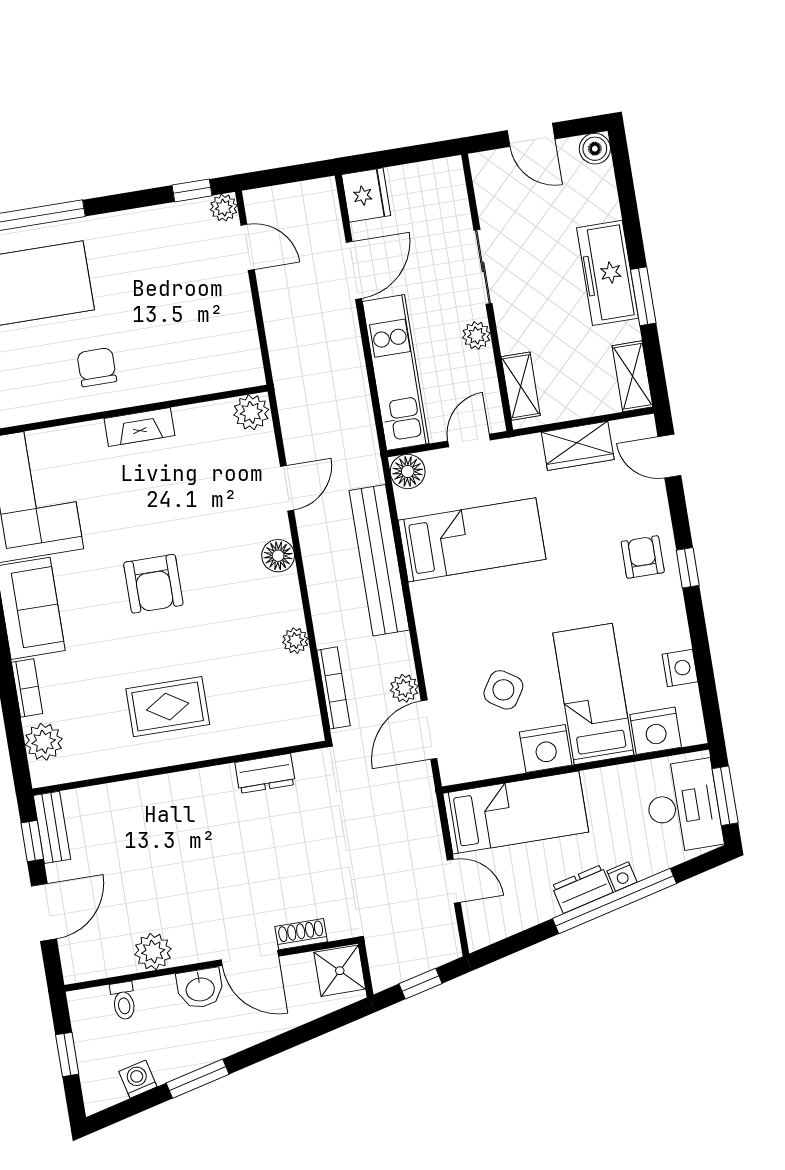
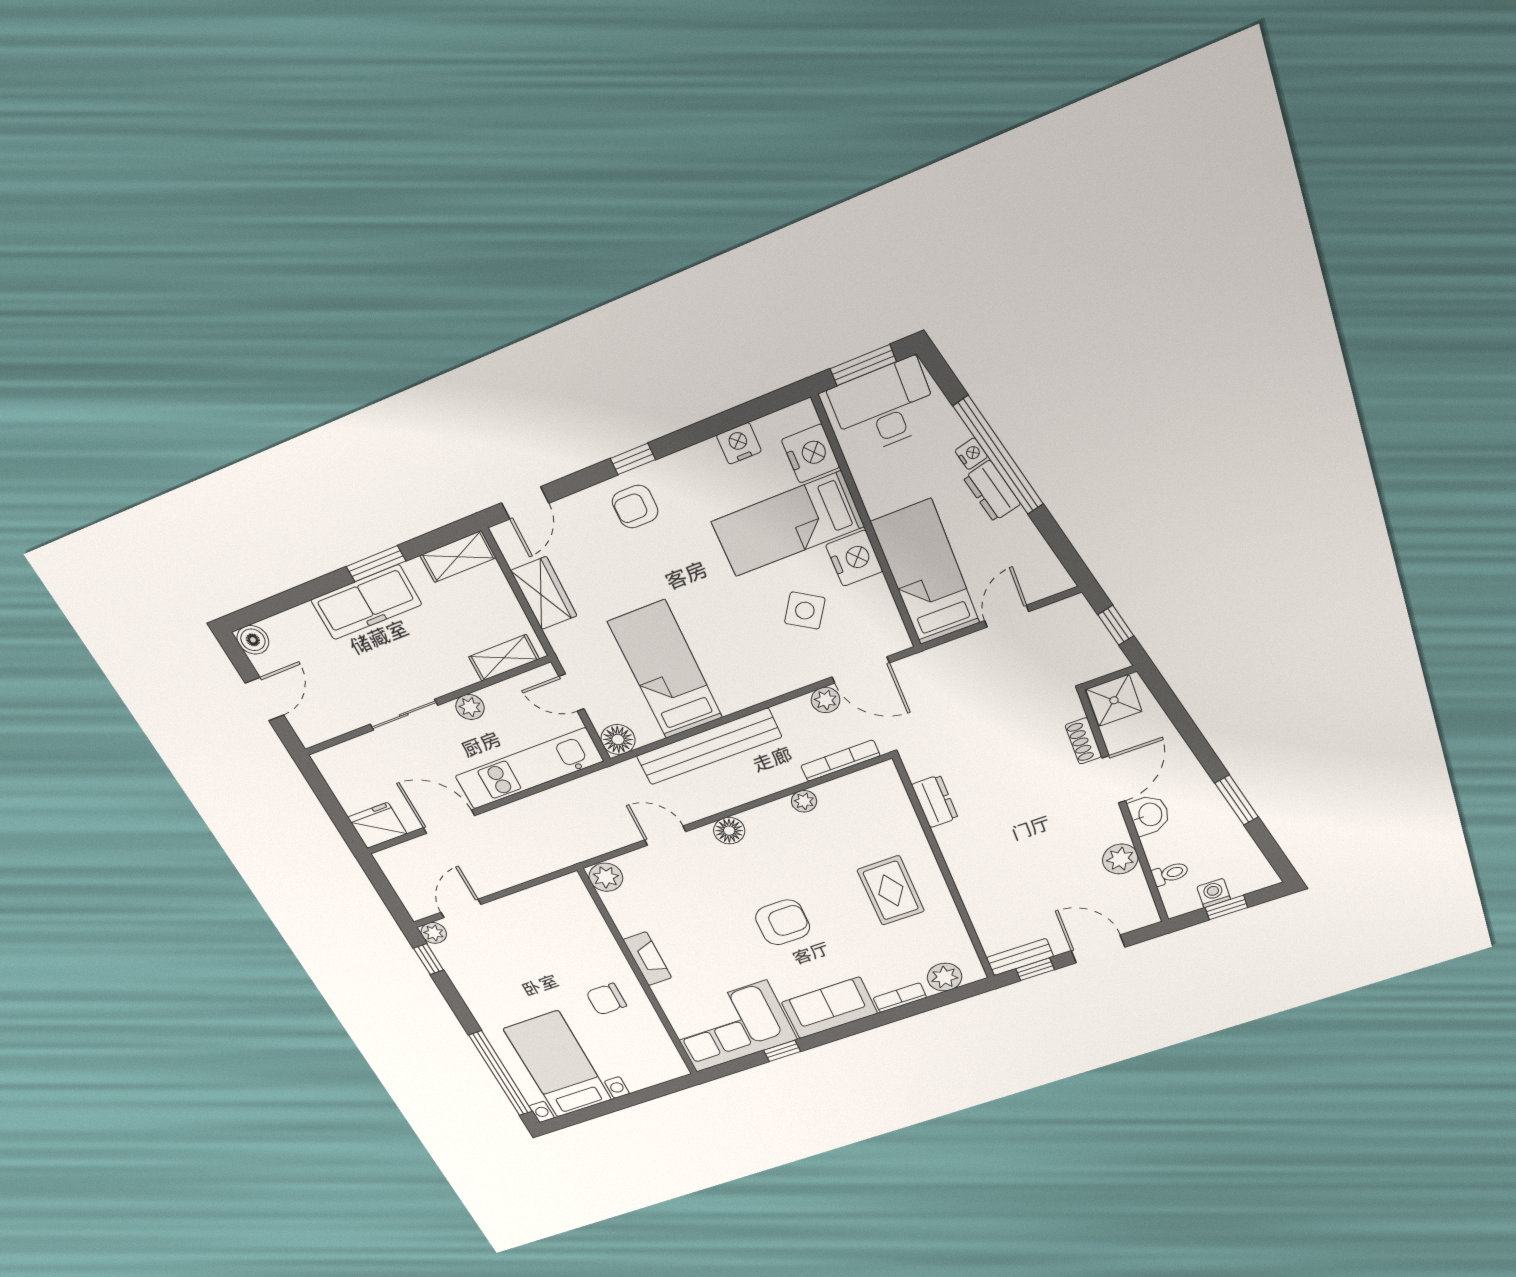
washing machine: (138, 1079) -> (1214, 893), moved, turned 104

